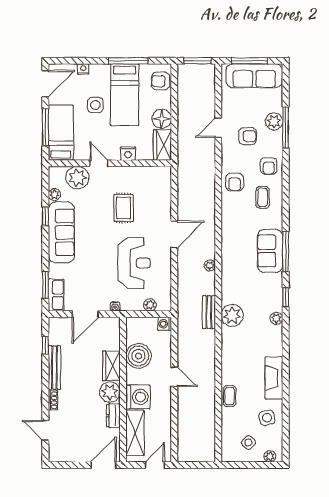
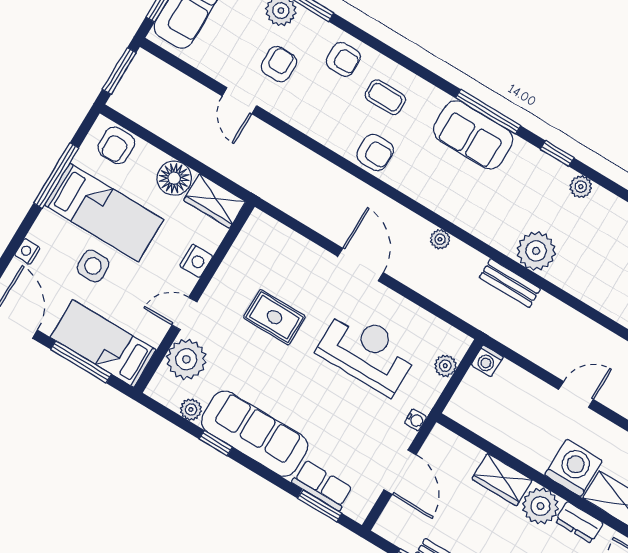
armchair: (235, 182) -> (375, 153), moved
row of seats: (56, 295) -> (322, 485), moved
boiler: (138, 356) -> (512, 430), removed

